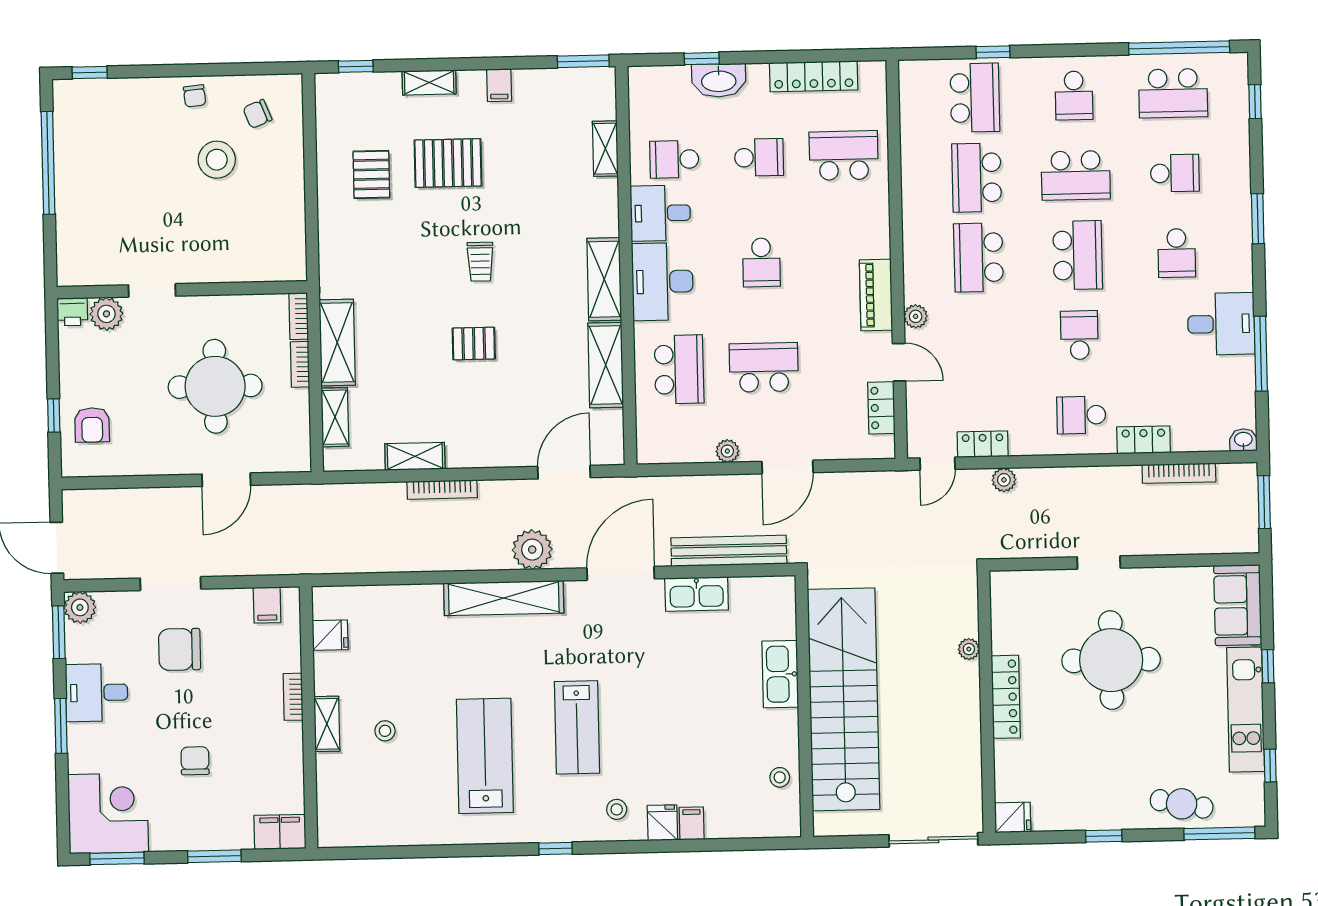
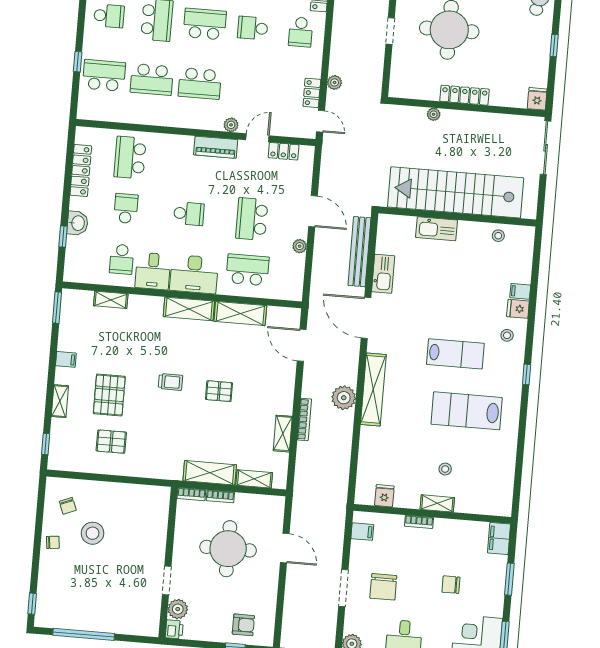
washbasin: (719, 80) -> (77, 223), width x0.72
pallet: (474, 343) -> (219, 391), turned 90
plant: (532, 550) -> (344, 398), moved

